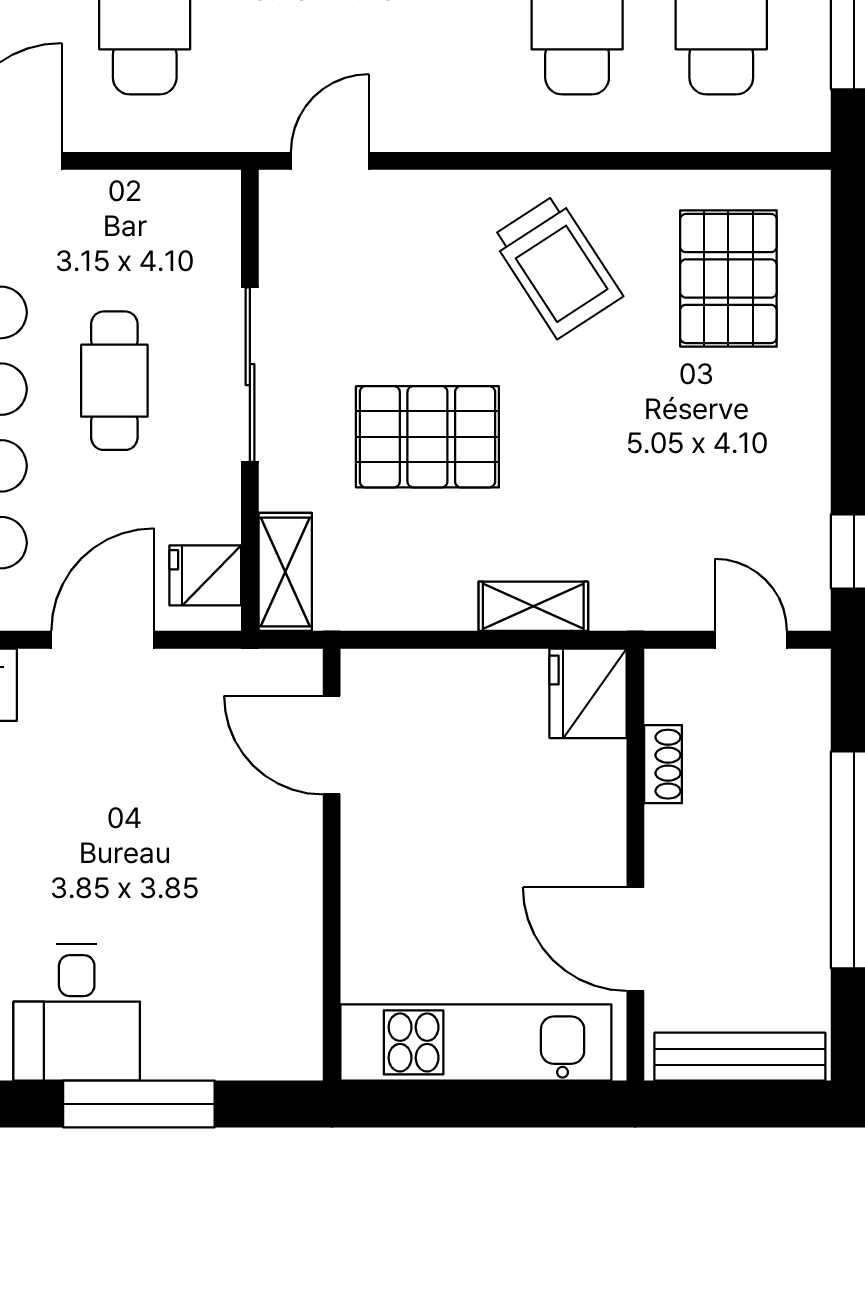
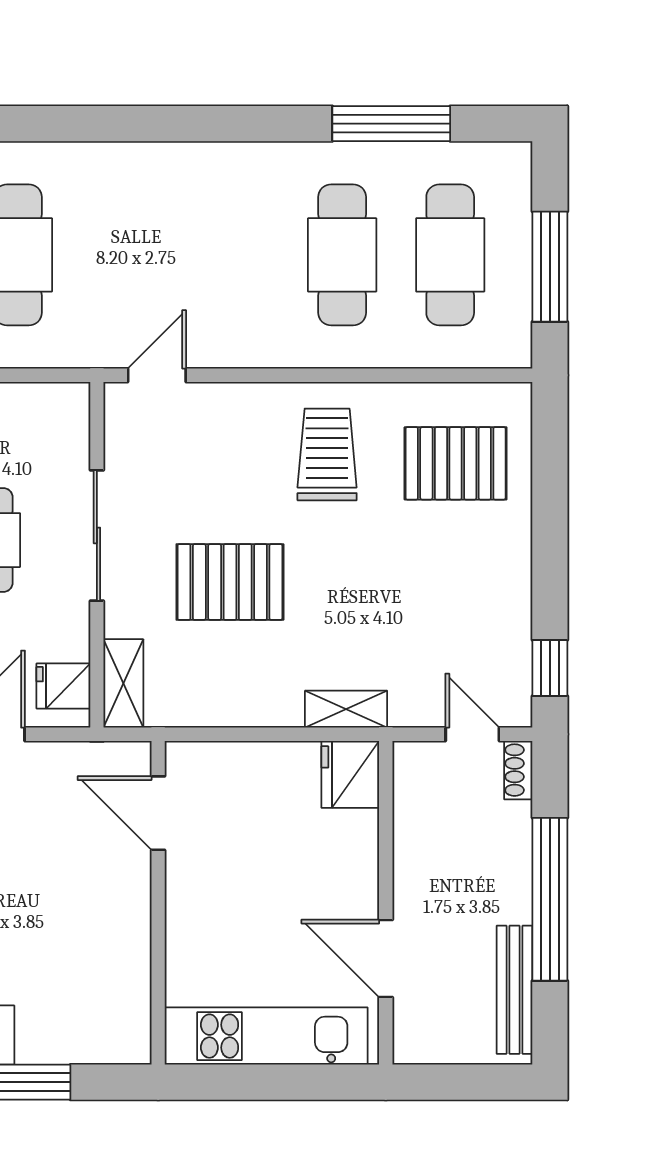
trolley: (557, 267) -> (327, 454), turned -147
pallet: (728, 278) -> (456, 463), turned 90
shelving: (533, 606) -> (346, 709), moved
shoe rack: (663, 764) -> (518, 770), moved, turned 180
bench: (740, 1057) -> (514, 990), moved, turned 90

